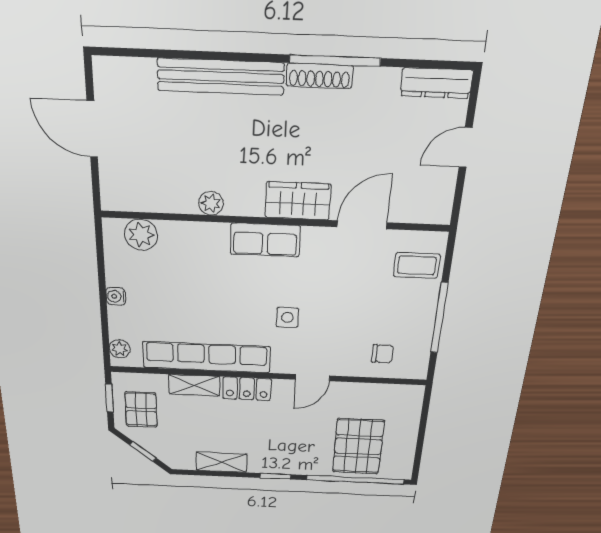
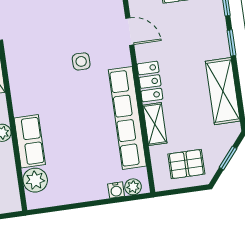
row of seats: (265, 240) -> (30, 141), moved
water cooler: (116, 296) -> (116, 190), moved
window: (109, 398) -> (180, 191), removed
shelving: (221, 462) -> (223, 91), width x1.50, depth x1.33

